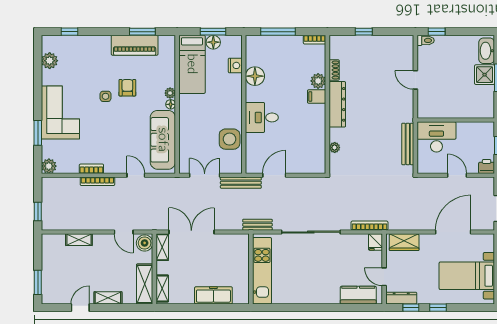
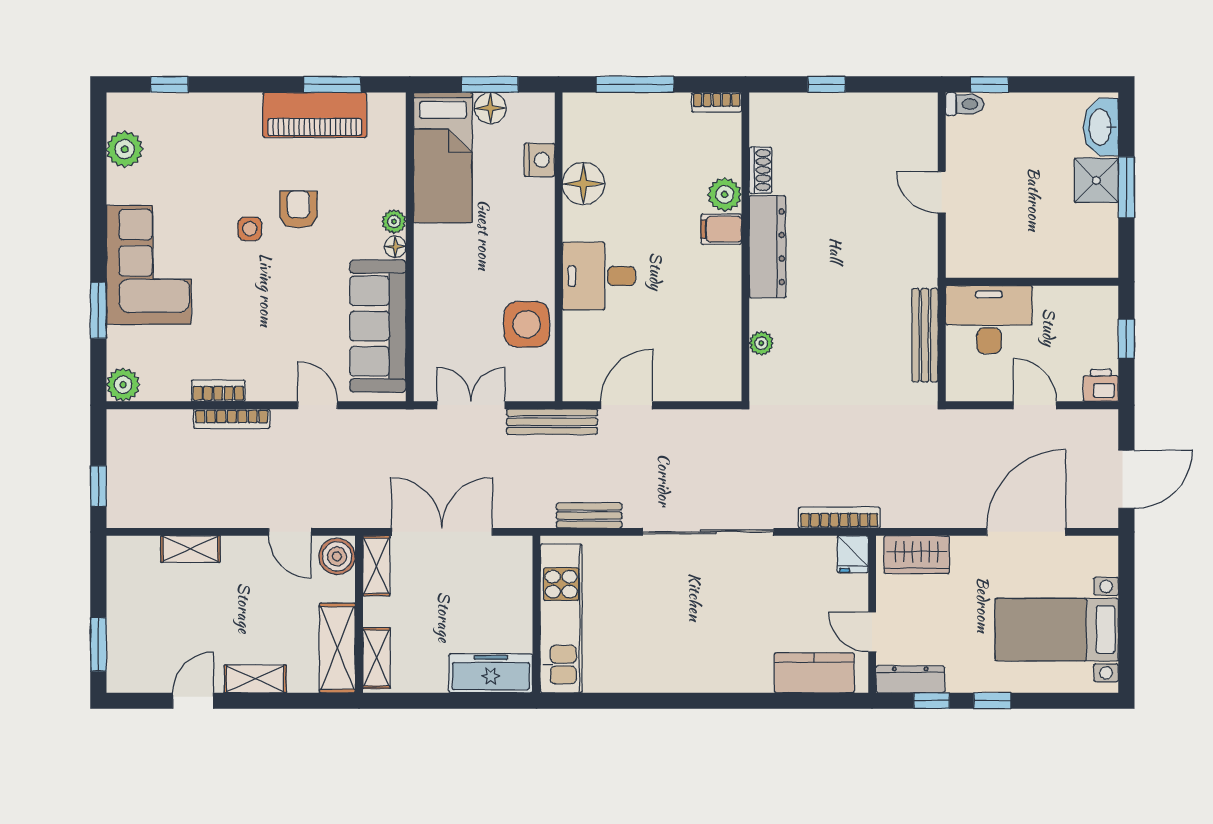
wall: (251, 269) -> (536, 614), moved
kitchen unit: (262, 271) -> (561, 618), moved

